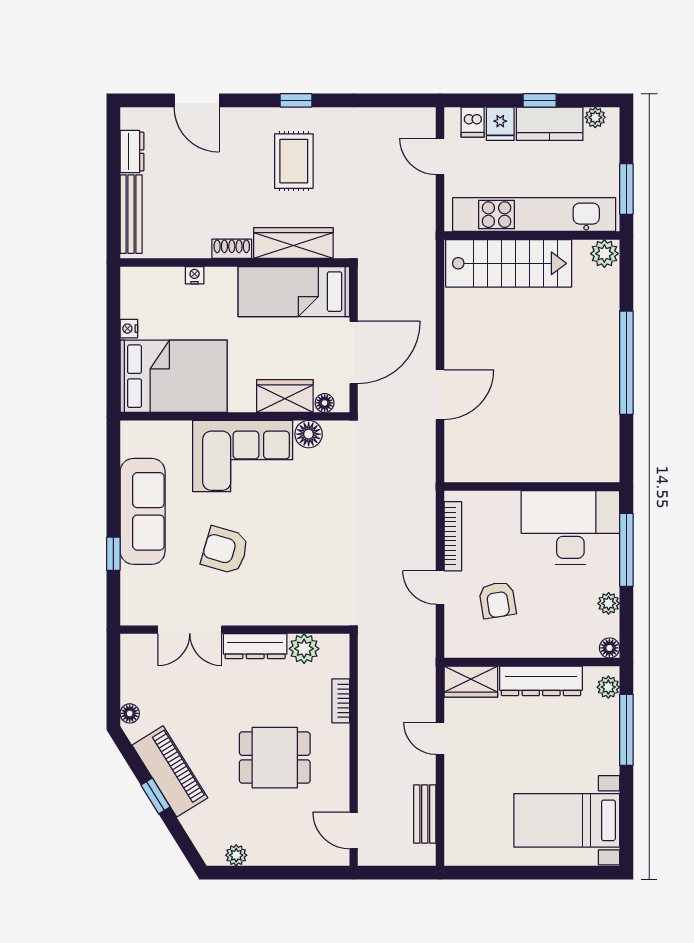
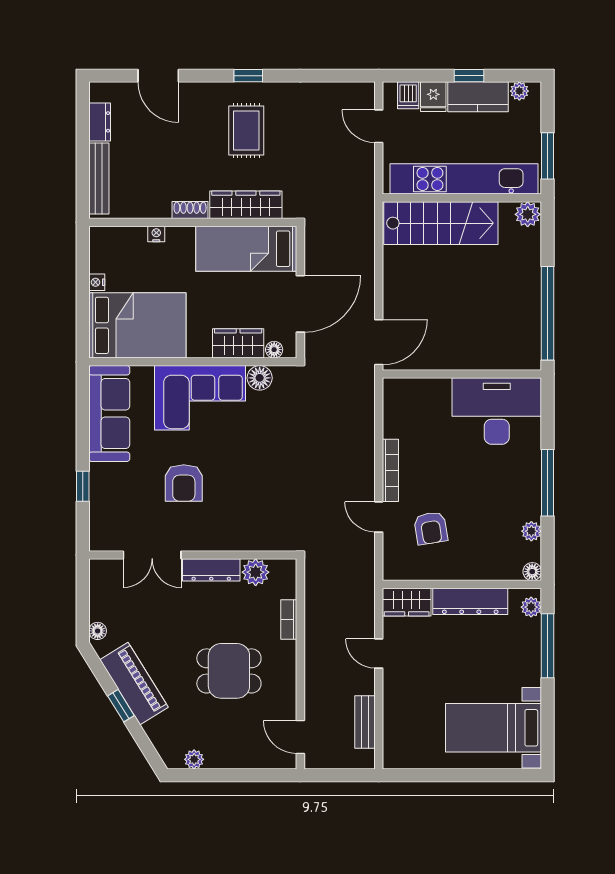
wall: (532, 487) -> (462, 374), moved
sofa: (143, 511) -> (109, 413), moved
desk: (570, 527) -> (497, 411), moved
armchair: (225, 550) -> (184, 483), turned -106

